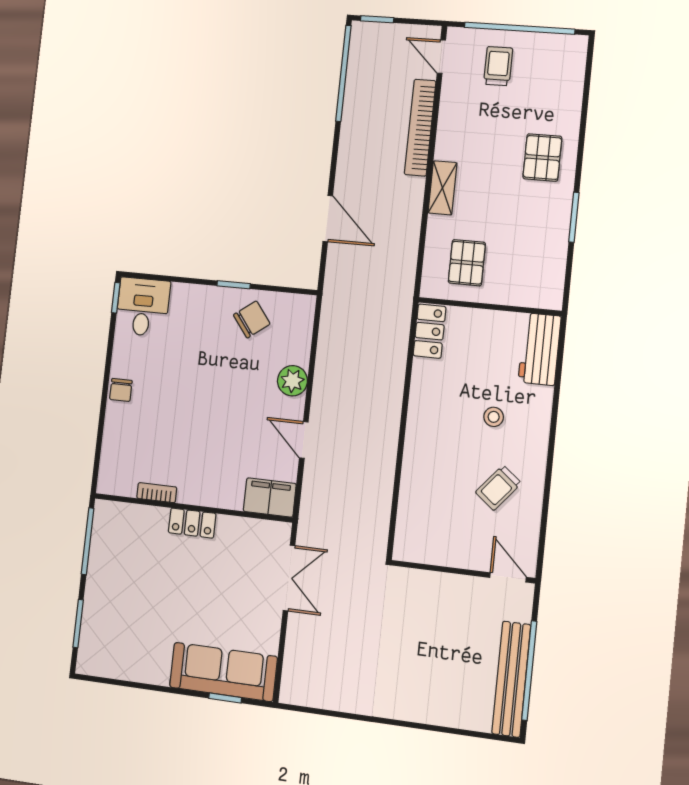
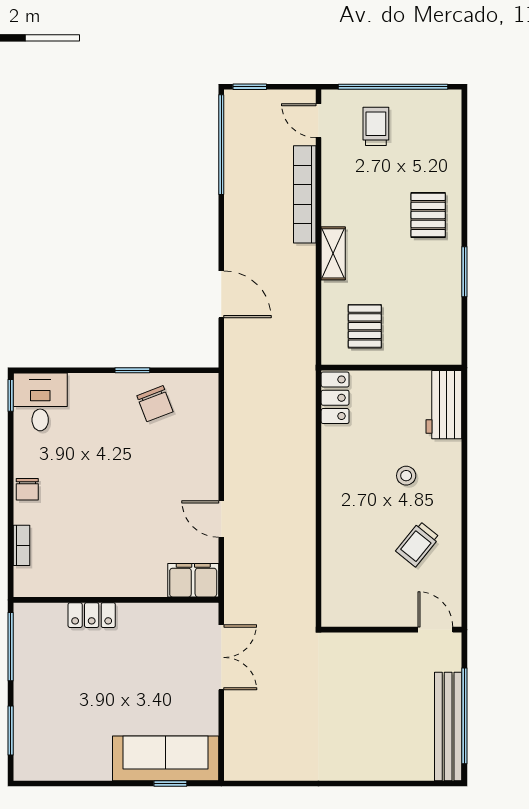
chair: (252, 319) -> (155, 404), turned 106
plant: (292, 381) -> (203, 461), removed
bookcase: (157, 493) -> (21, 545), moved, turned 90
locker: (192, 523) -> (92, 615), moved

